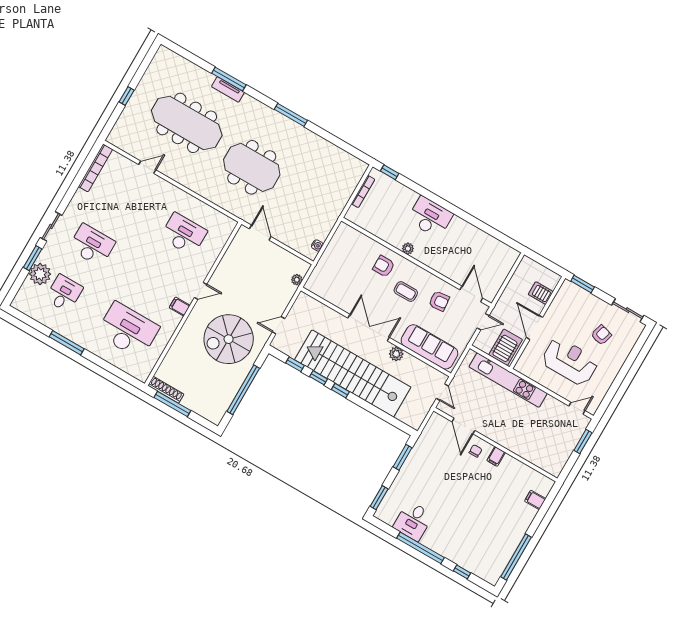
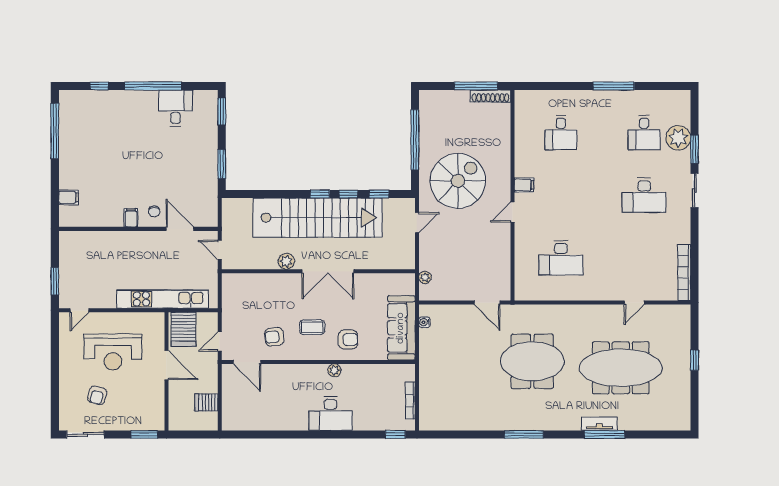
server rack: (541, 293) -> (206, 402), moved, turned 180
desk: (128, 330) -> (561, 133), width x0.53, depth x0.77
sofa: (429, 347) -> (401, 328), moved, turned 90

